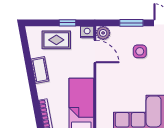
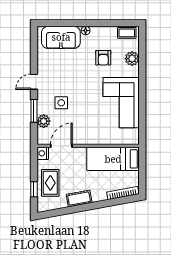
window: (67, 23) -> (34, 189), moved
plant: (103, 33) -> (44, 121), moved

